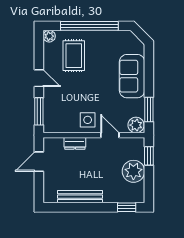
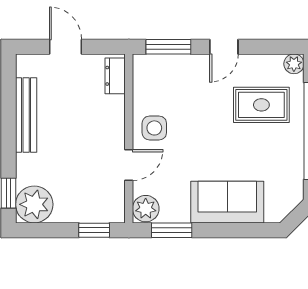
dresser: (75, 143) -> (115, 76), moved
door: (39, 162) -> (66, 47), moved
plant: (133, 171) -> (34, 204), moved

